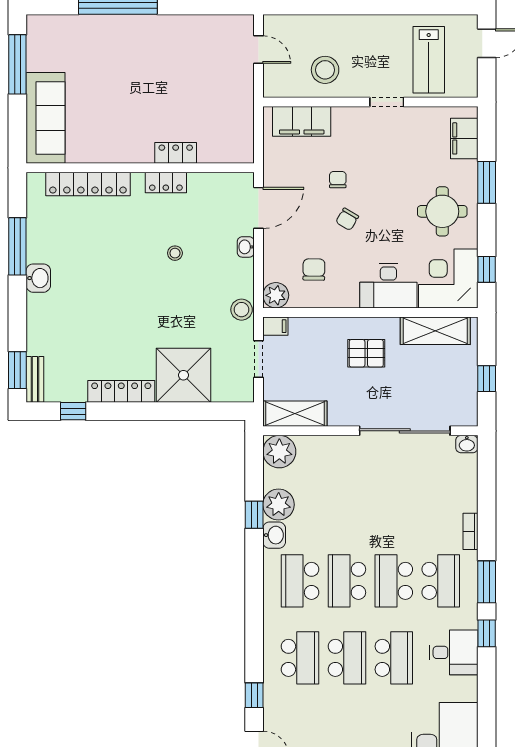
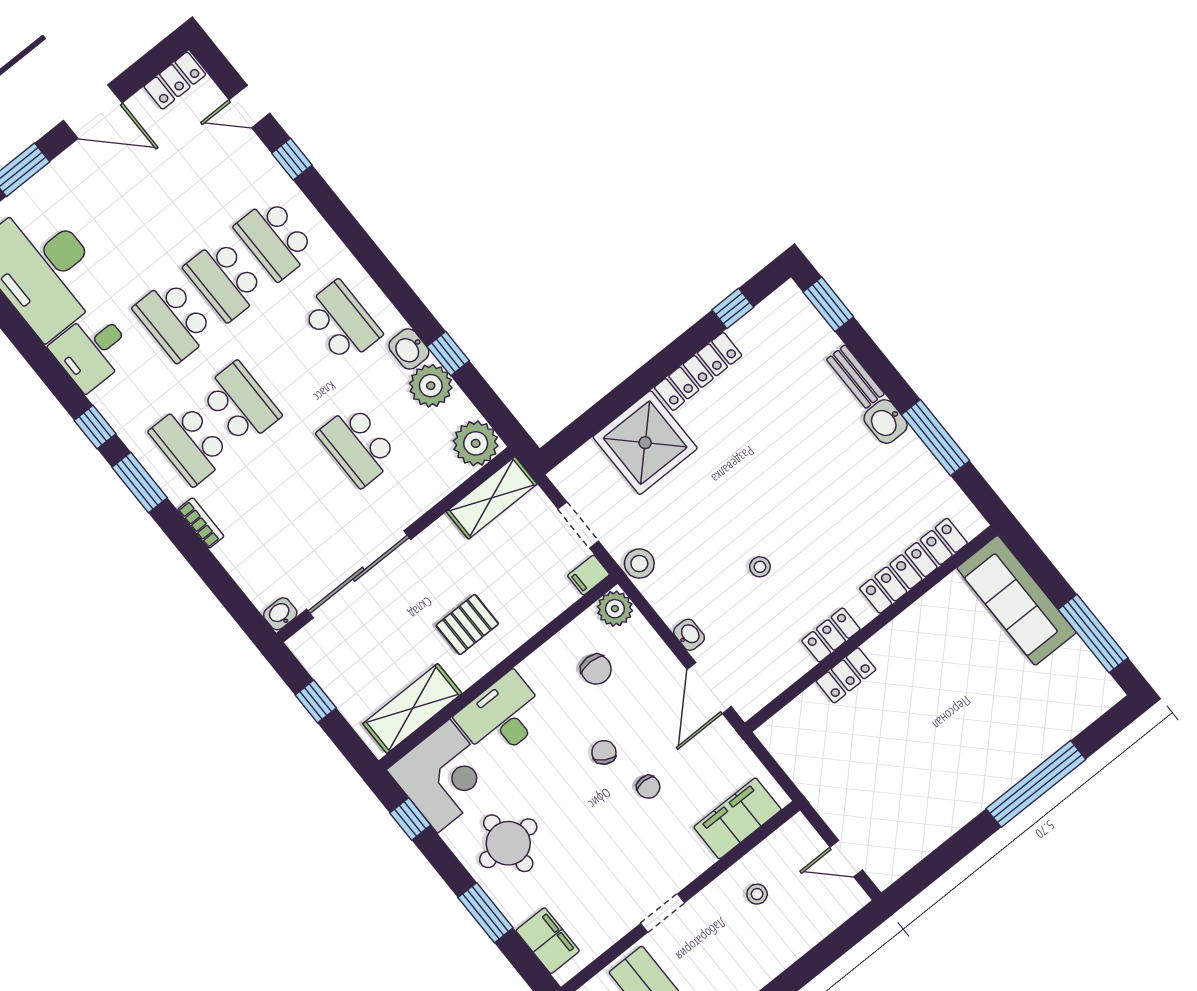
stool: (325, 70) -> (757, 894), width x0.53, depth x0.53
bench: (35, 379) -> (855, 377), moved
school desk: (347, 581) -> (358, 446), moved, turned 180
desk: (454, 652) -> (92, 350), moved

